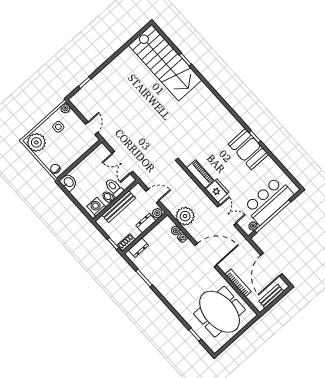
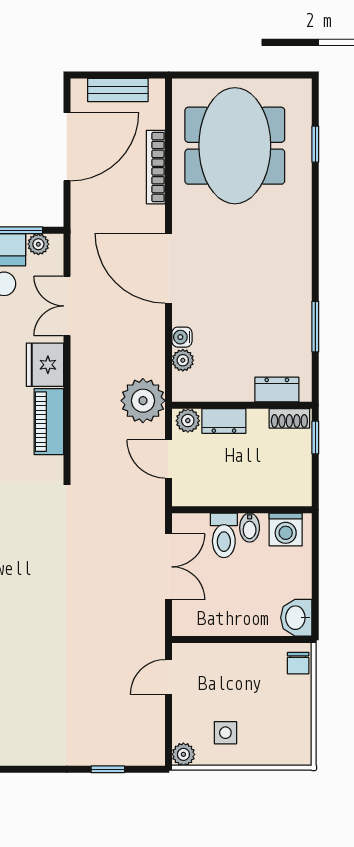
plant: (36, 142) -> (290, 740), removed
bench: (119, 207) -> (246, 494), removed
plant: (185, 216) -> (143, 401), moved

